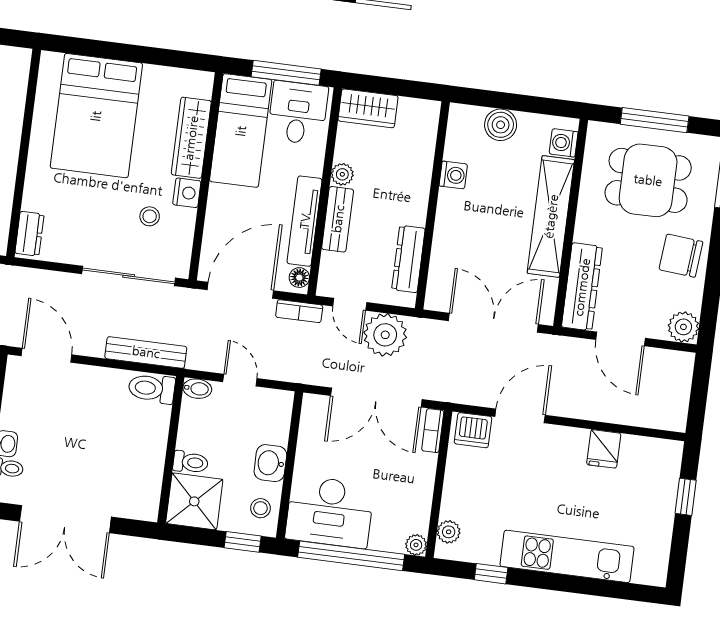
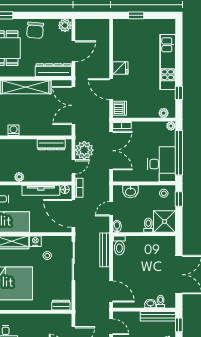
bench: (338, 219) -> (38, 176), removed
door: (47, 355) -> (111, 291), swing flipped
fridge: (604, 449) -> (120, 68), moved
washbasin: (270, 463) -> (130, 192), moved

